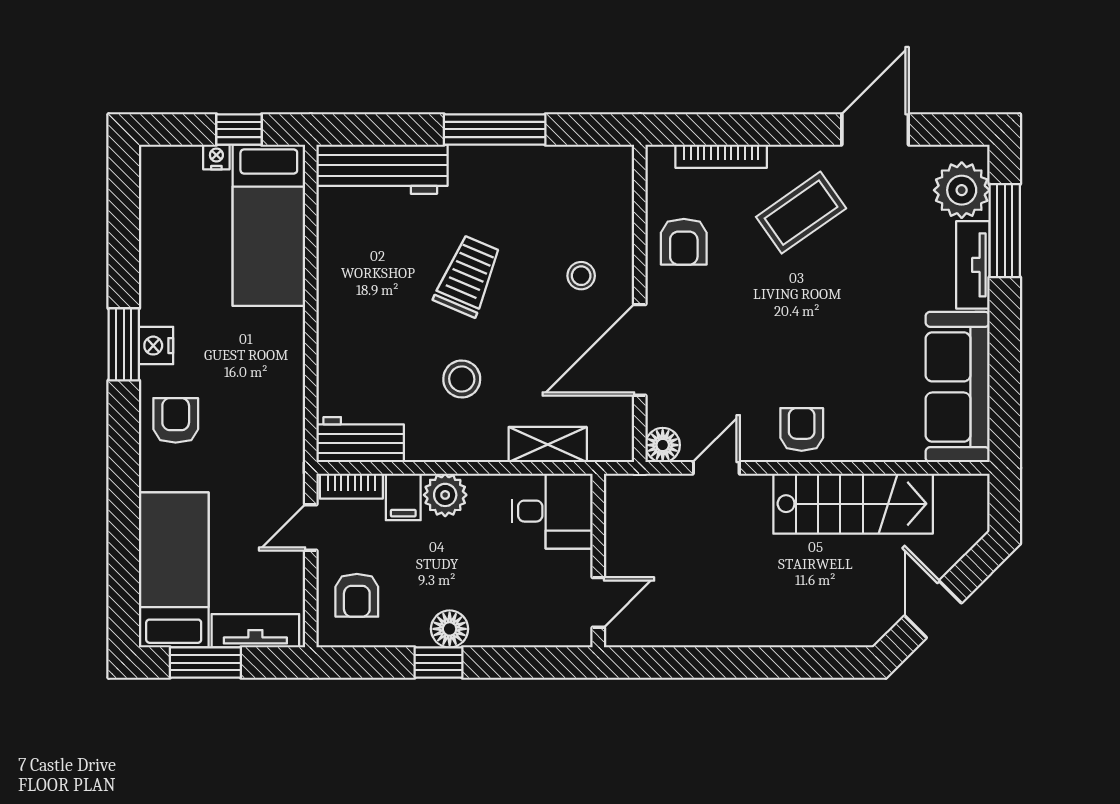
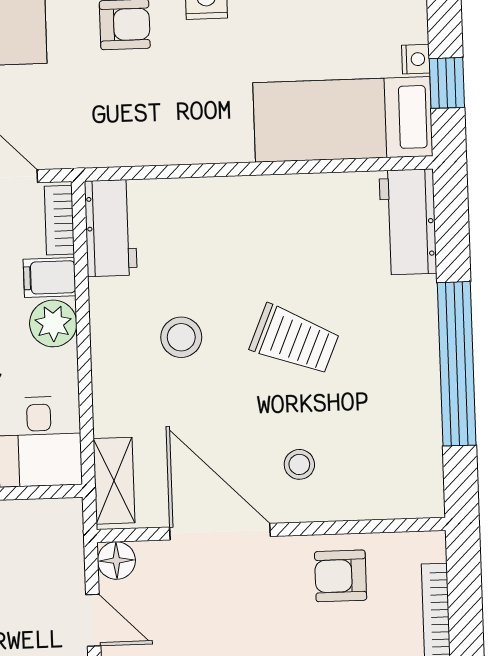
window: (495, 129) -> (457, 364), width x1.46
workbench: (382, 169) -> (408, 222), width x0.73
shelving: (548, 445) -> (114, 481), moved

